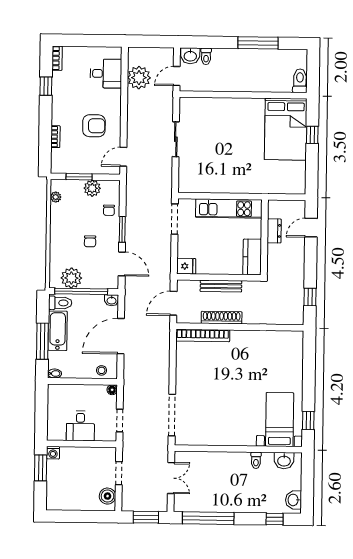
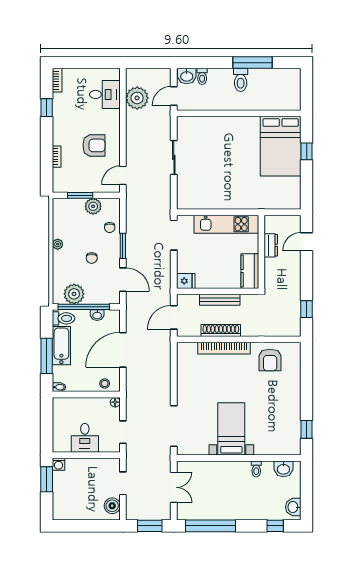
toilet: (300, 81) -> (241, 80), moved, turned 180
plant: (56, 197) -> (58, 244), moved
washbasin: (111, 300) -> (97, 315), moved
bookcase: (203, 336) -> (224, 348), moved
armchair: (272, 349) -> (270, 360), added
bed with nightstands: (280, 420) -> (231, 429), moved

